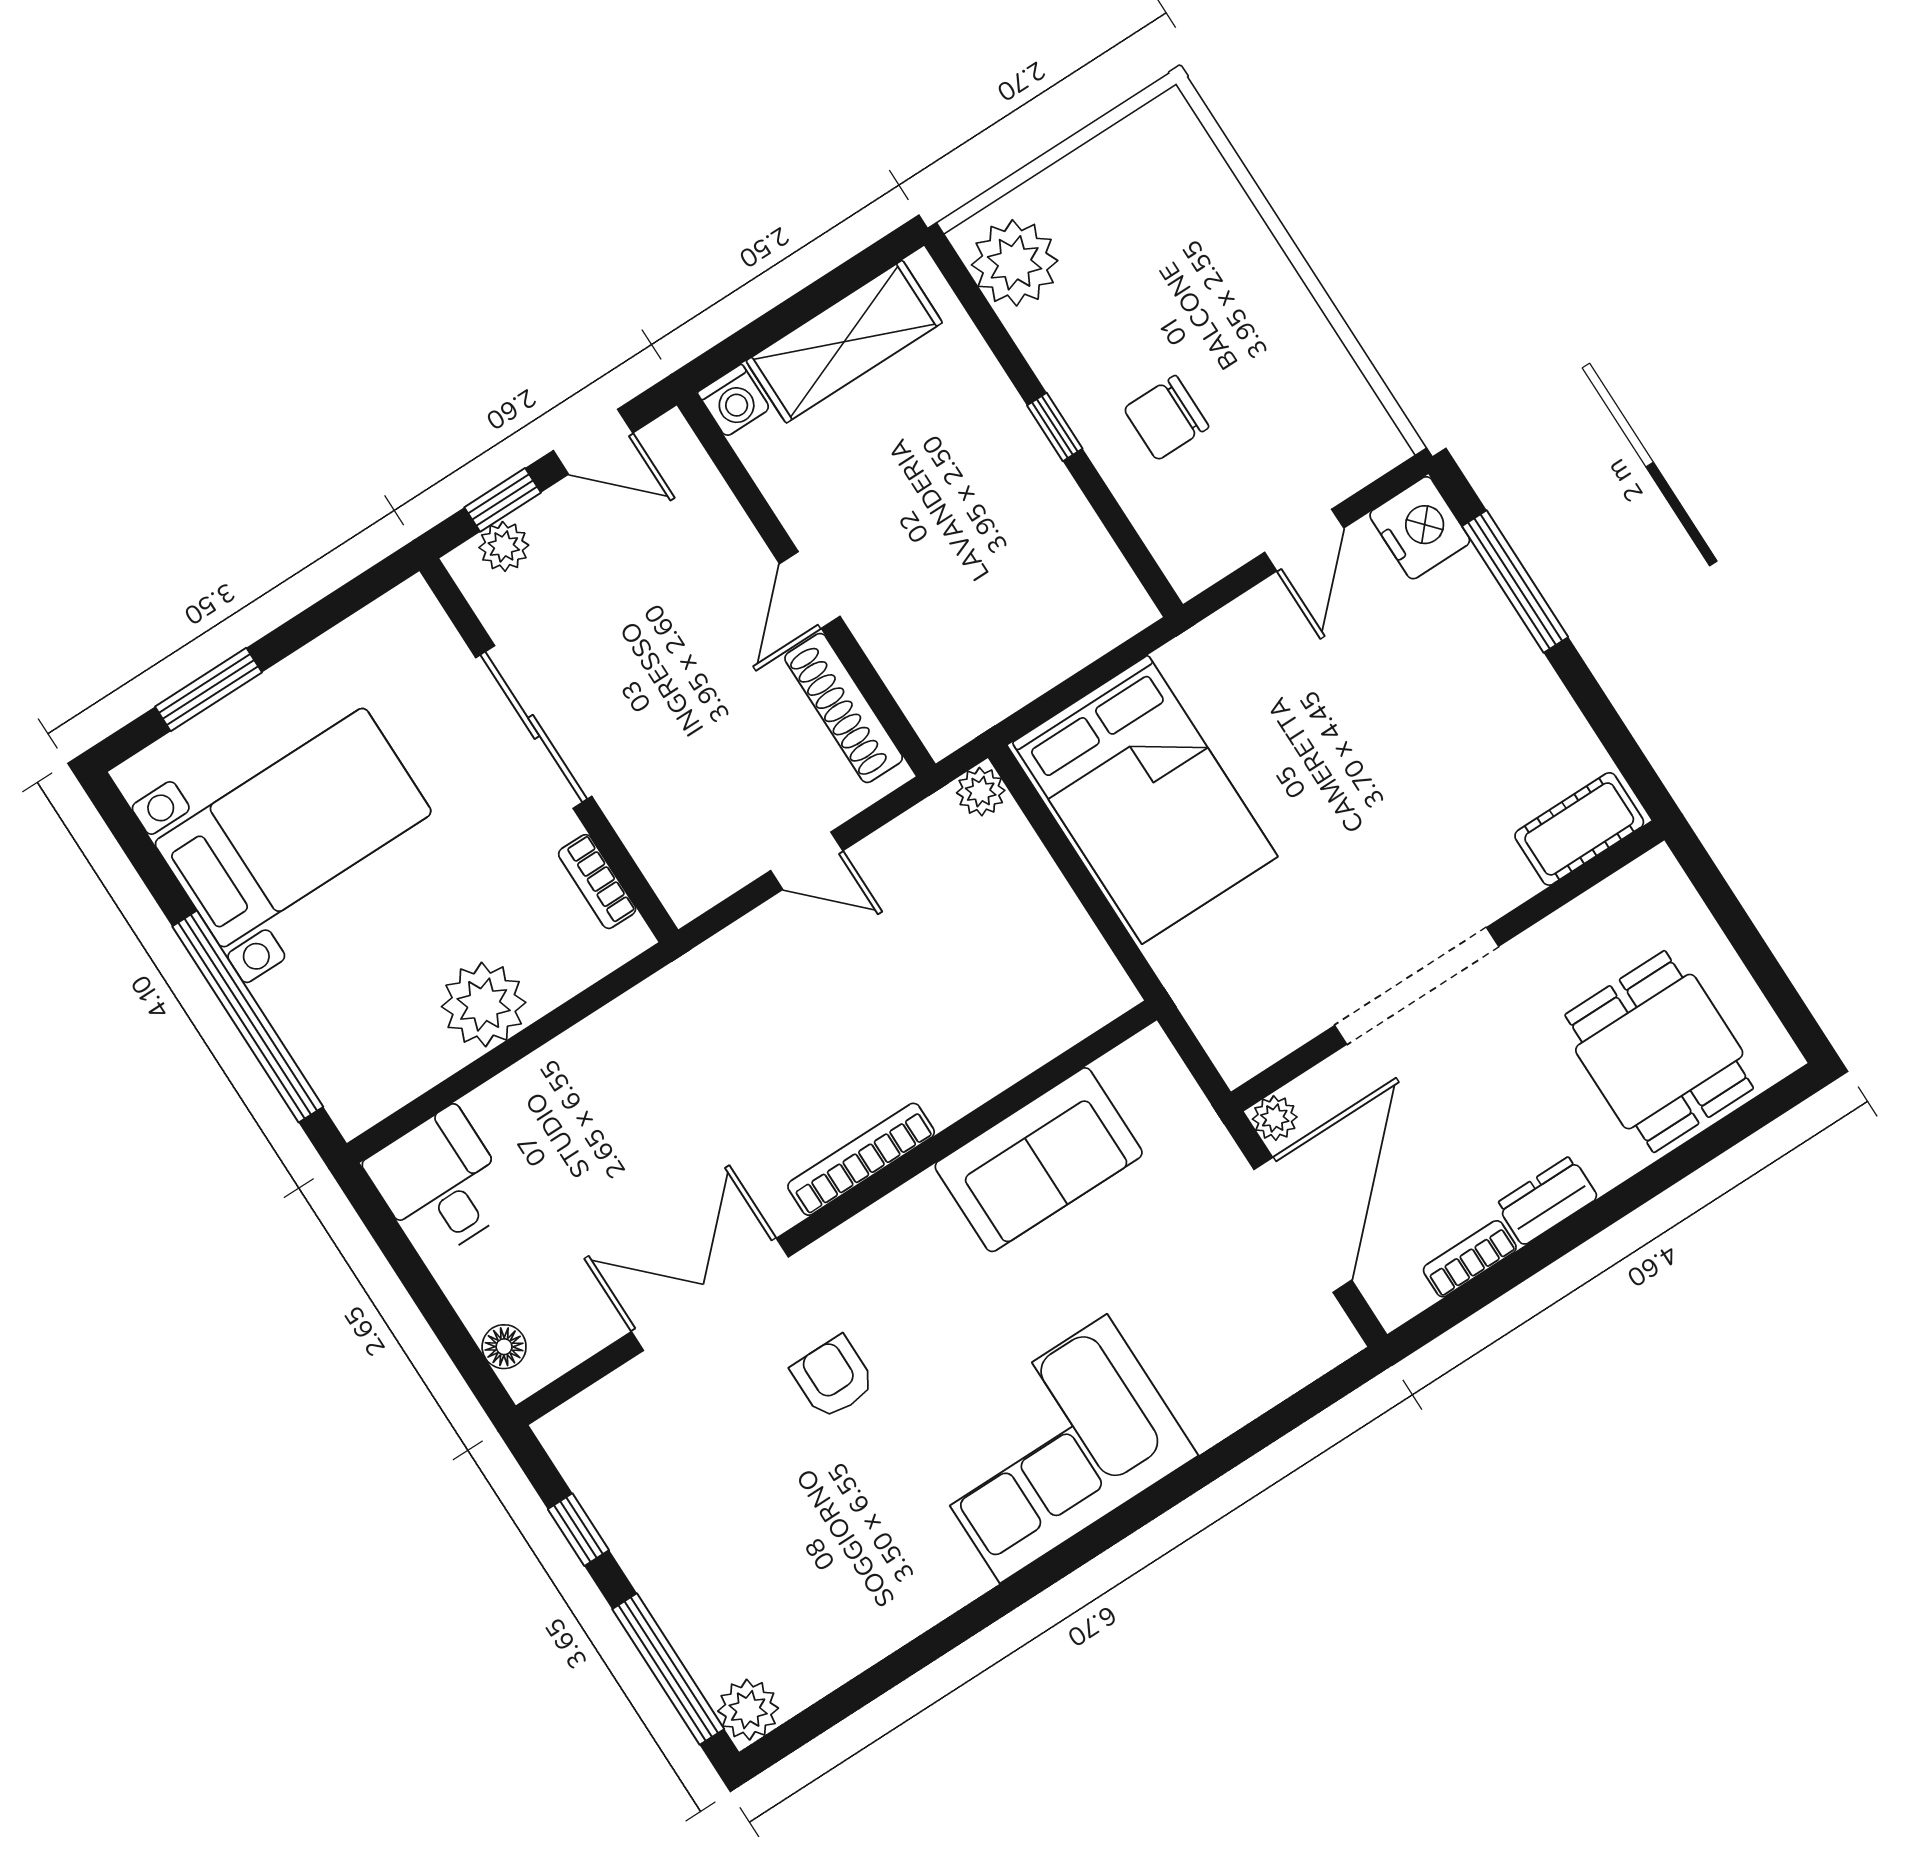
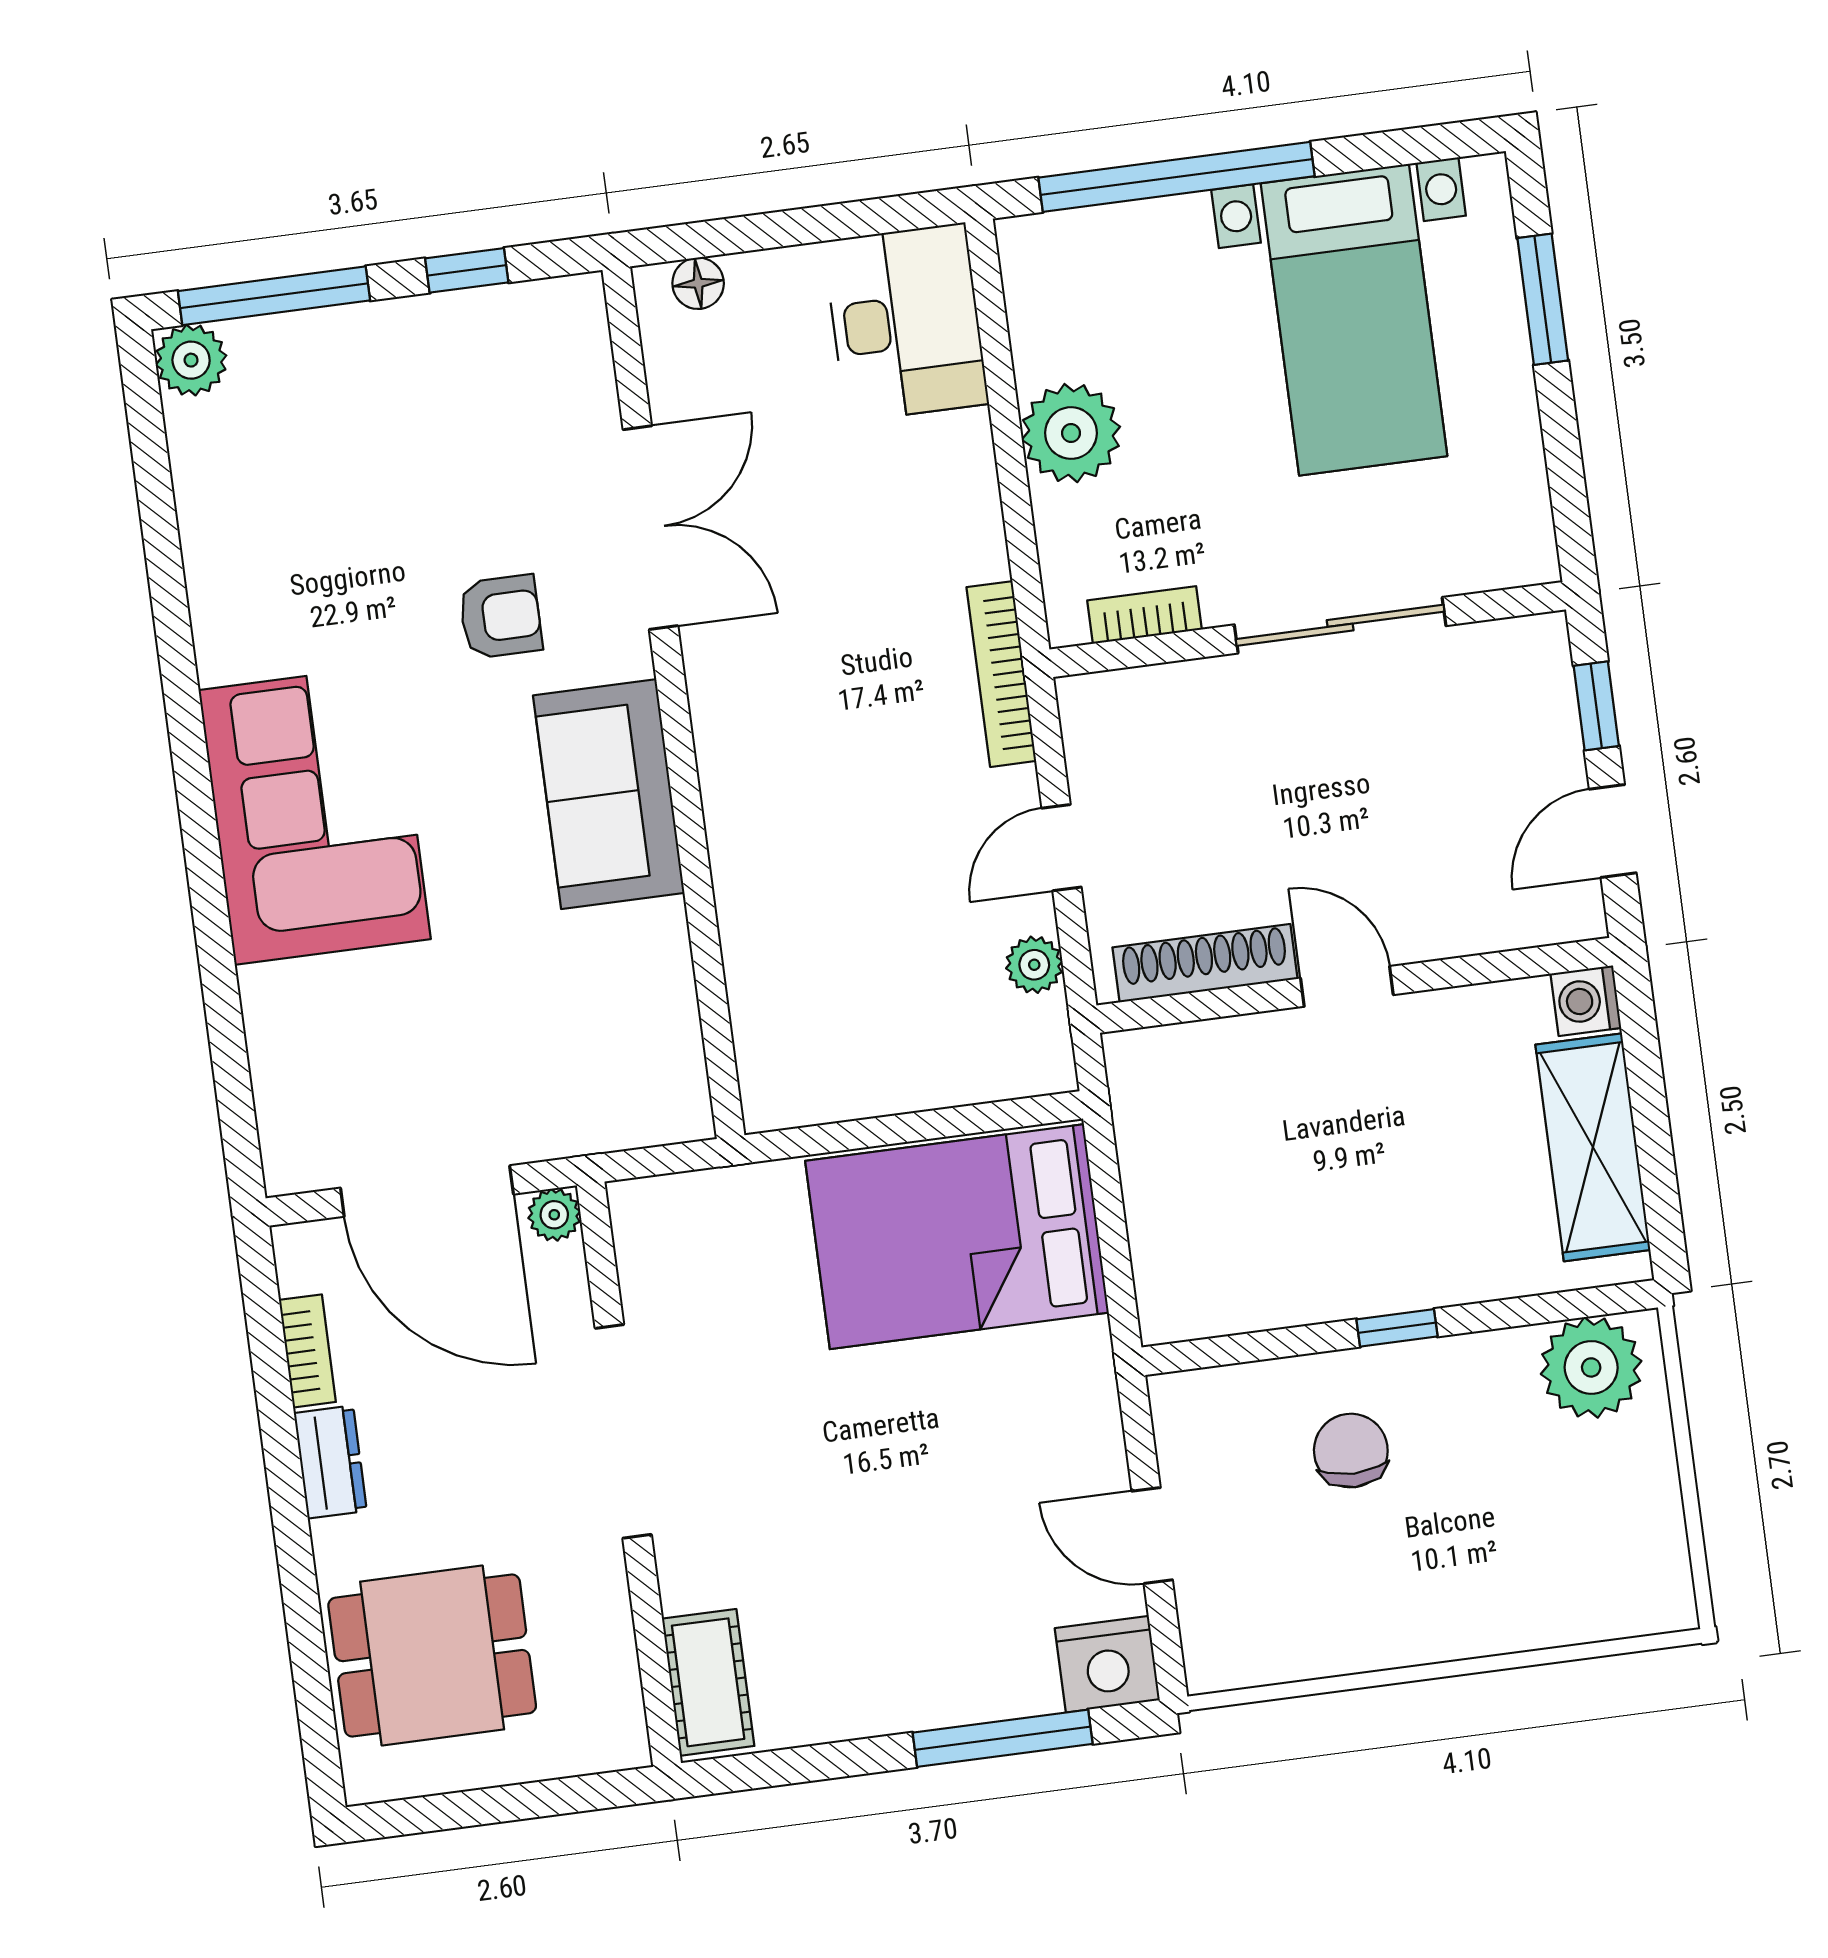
plant: (504, 546) -> (1546, 684), removed
plant: (981, 792) -> (1034, 965), moved
bookcase: (861, 1159) -> (1001, 674), moved, turned 180
sofa: (1039, 1160) -> (609, 794), moved
desk: (441, 1184) -> (906, 322), width x1.37

